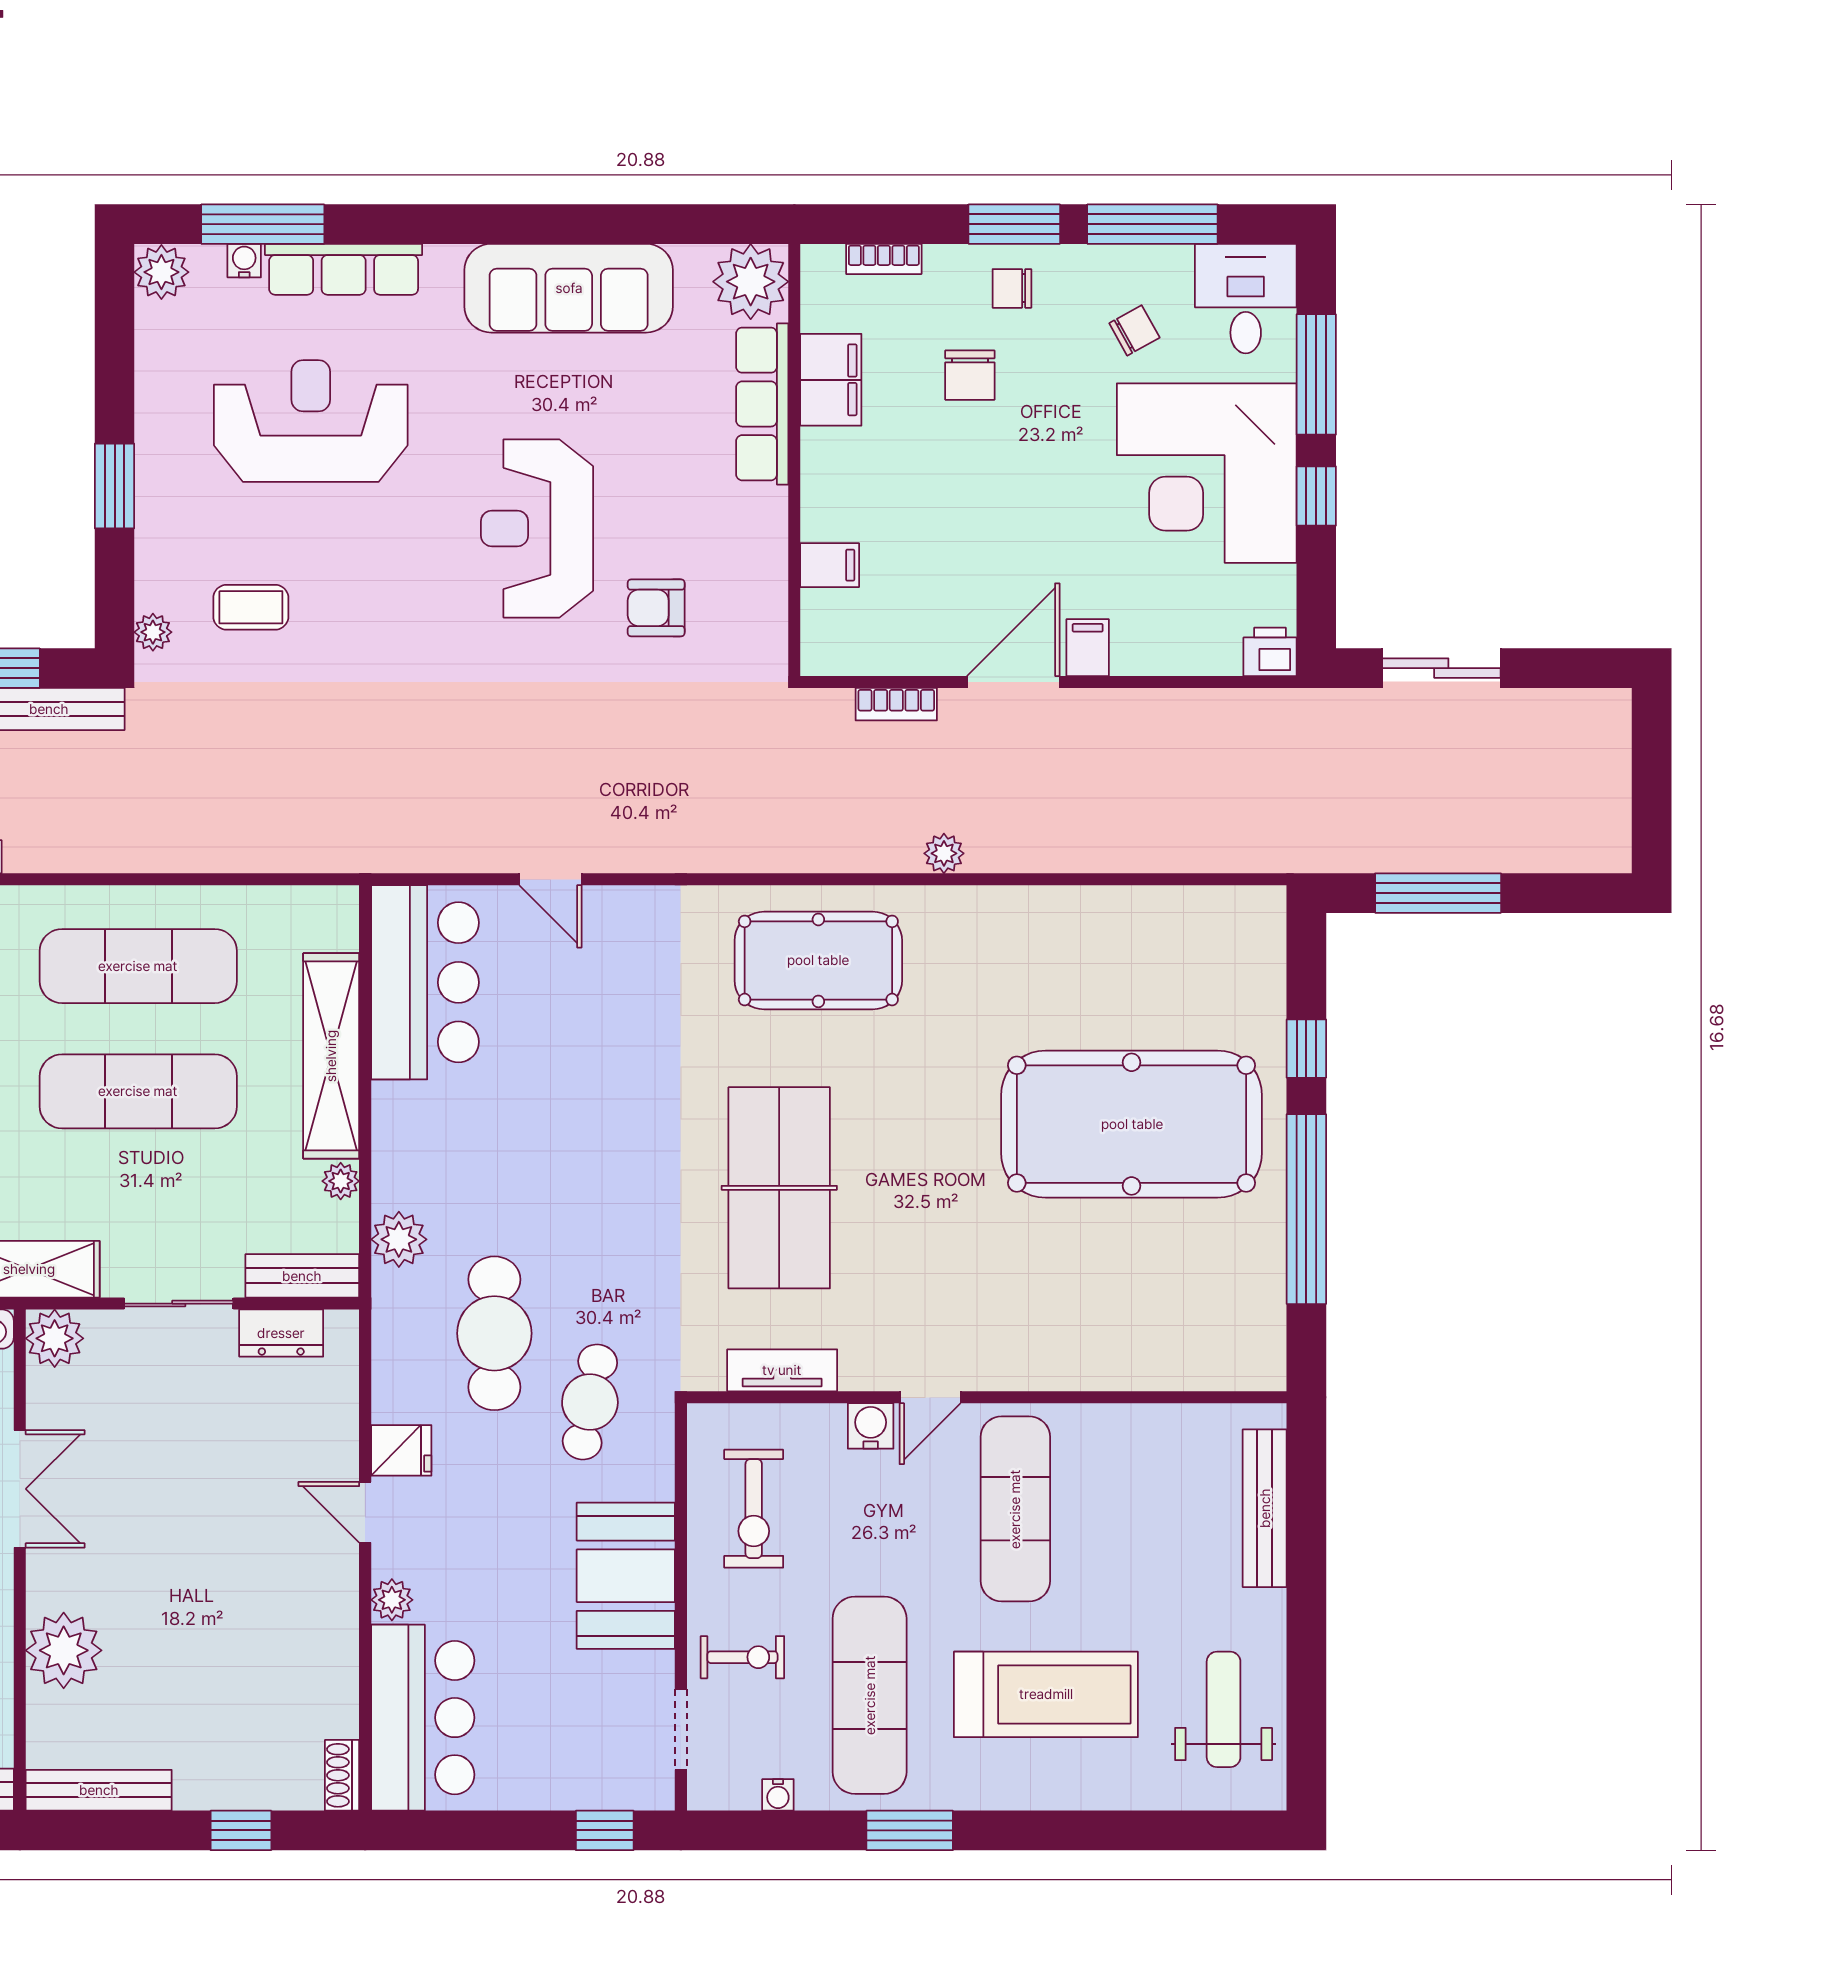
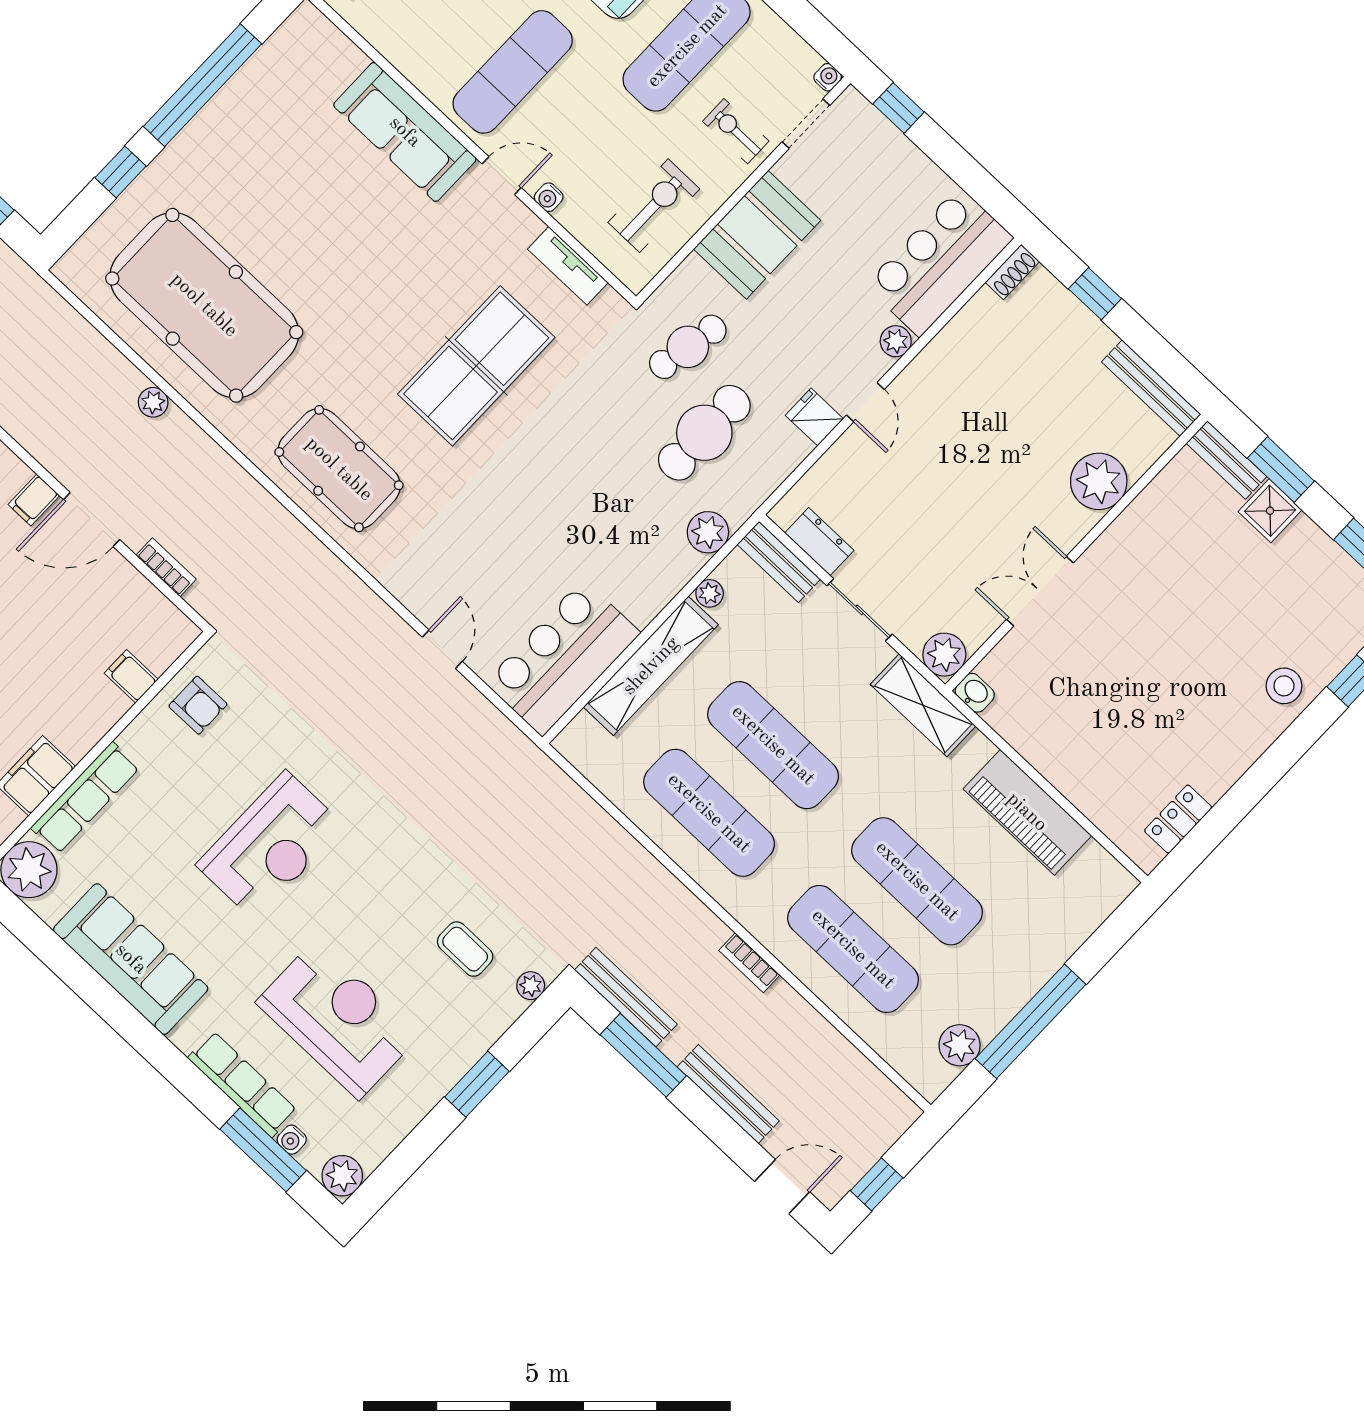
reception desk: (311, 421) -> (338, 1019), turned 180
armchair: (656, 608) -> (198, 705), moved
plant: (944, 853) -> (153, 402), moved
pool table: (1132, 1124) -> (204, 305), moved
sofa: (1065, 1350) -> (405, 132), added
water cooler: (871, 1426) -> (549, 197), width x0.72, depth x0.72
water cooler: (778, 1795) -> (828, 77), moved

